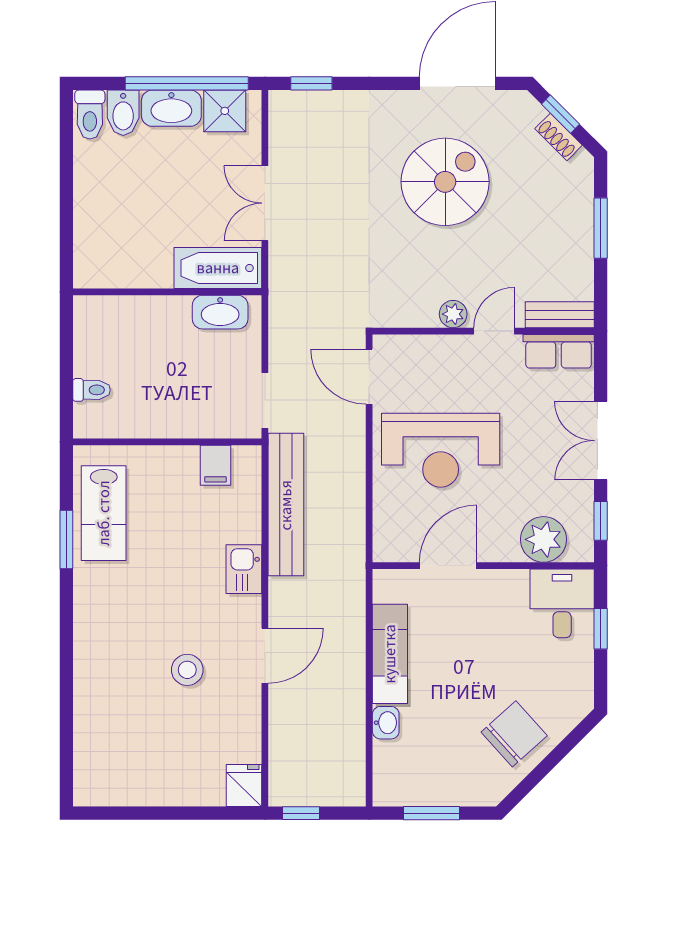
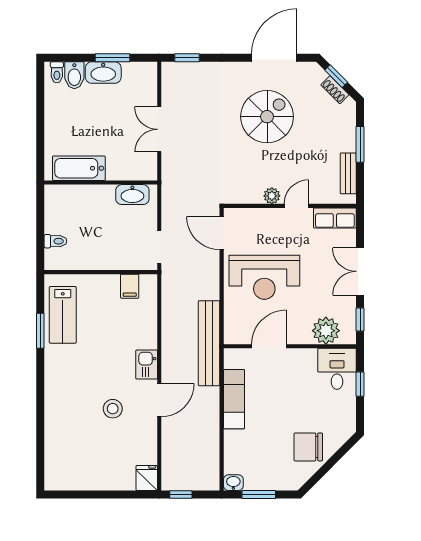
window: (187, 83) -> (112, 58), width x0.47
shower: (225, 111) -> (135, 74), removed
toilet: (90, 115) -> (57, 72), width x0.73, depth x0.72
bathtub: (218, 268) -> (79, 168), moved
bench: (560, 315) -> (348, 173), moved, turned 90
bench: (286, 505) -> (209, 343), moved
kitchen sink: (244, 569) -> (147, 365), moved
washbasin: (386, 723) -> (233, 483), moved, turned -90
chair: (514, 734) -> (308, 447), turned -138

